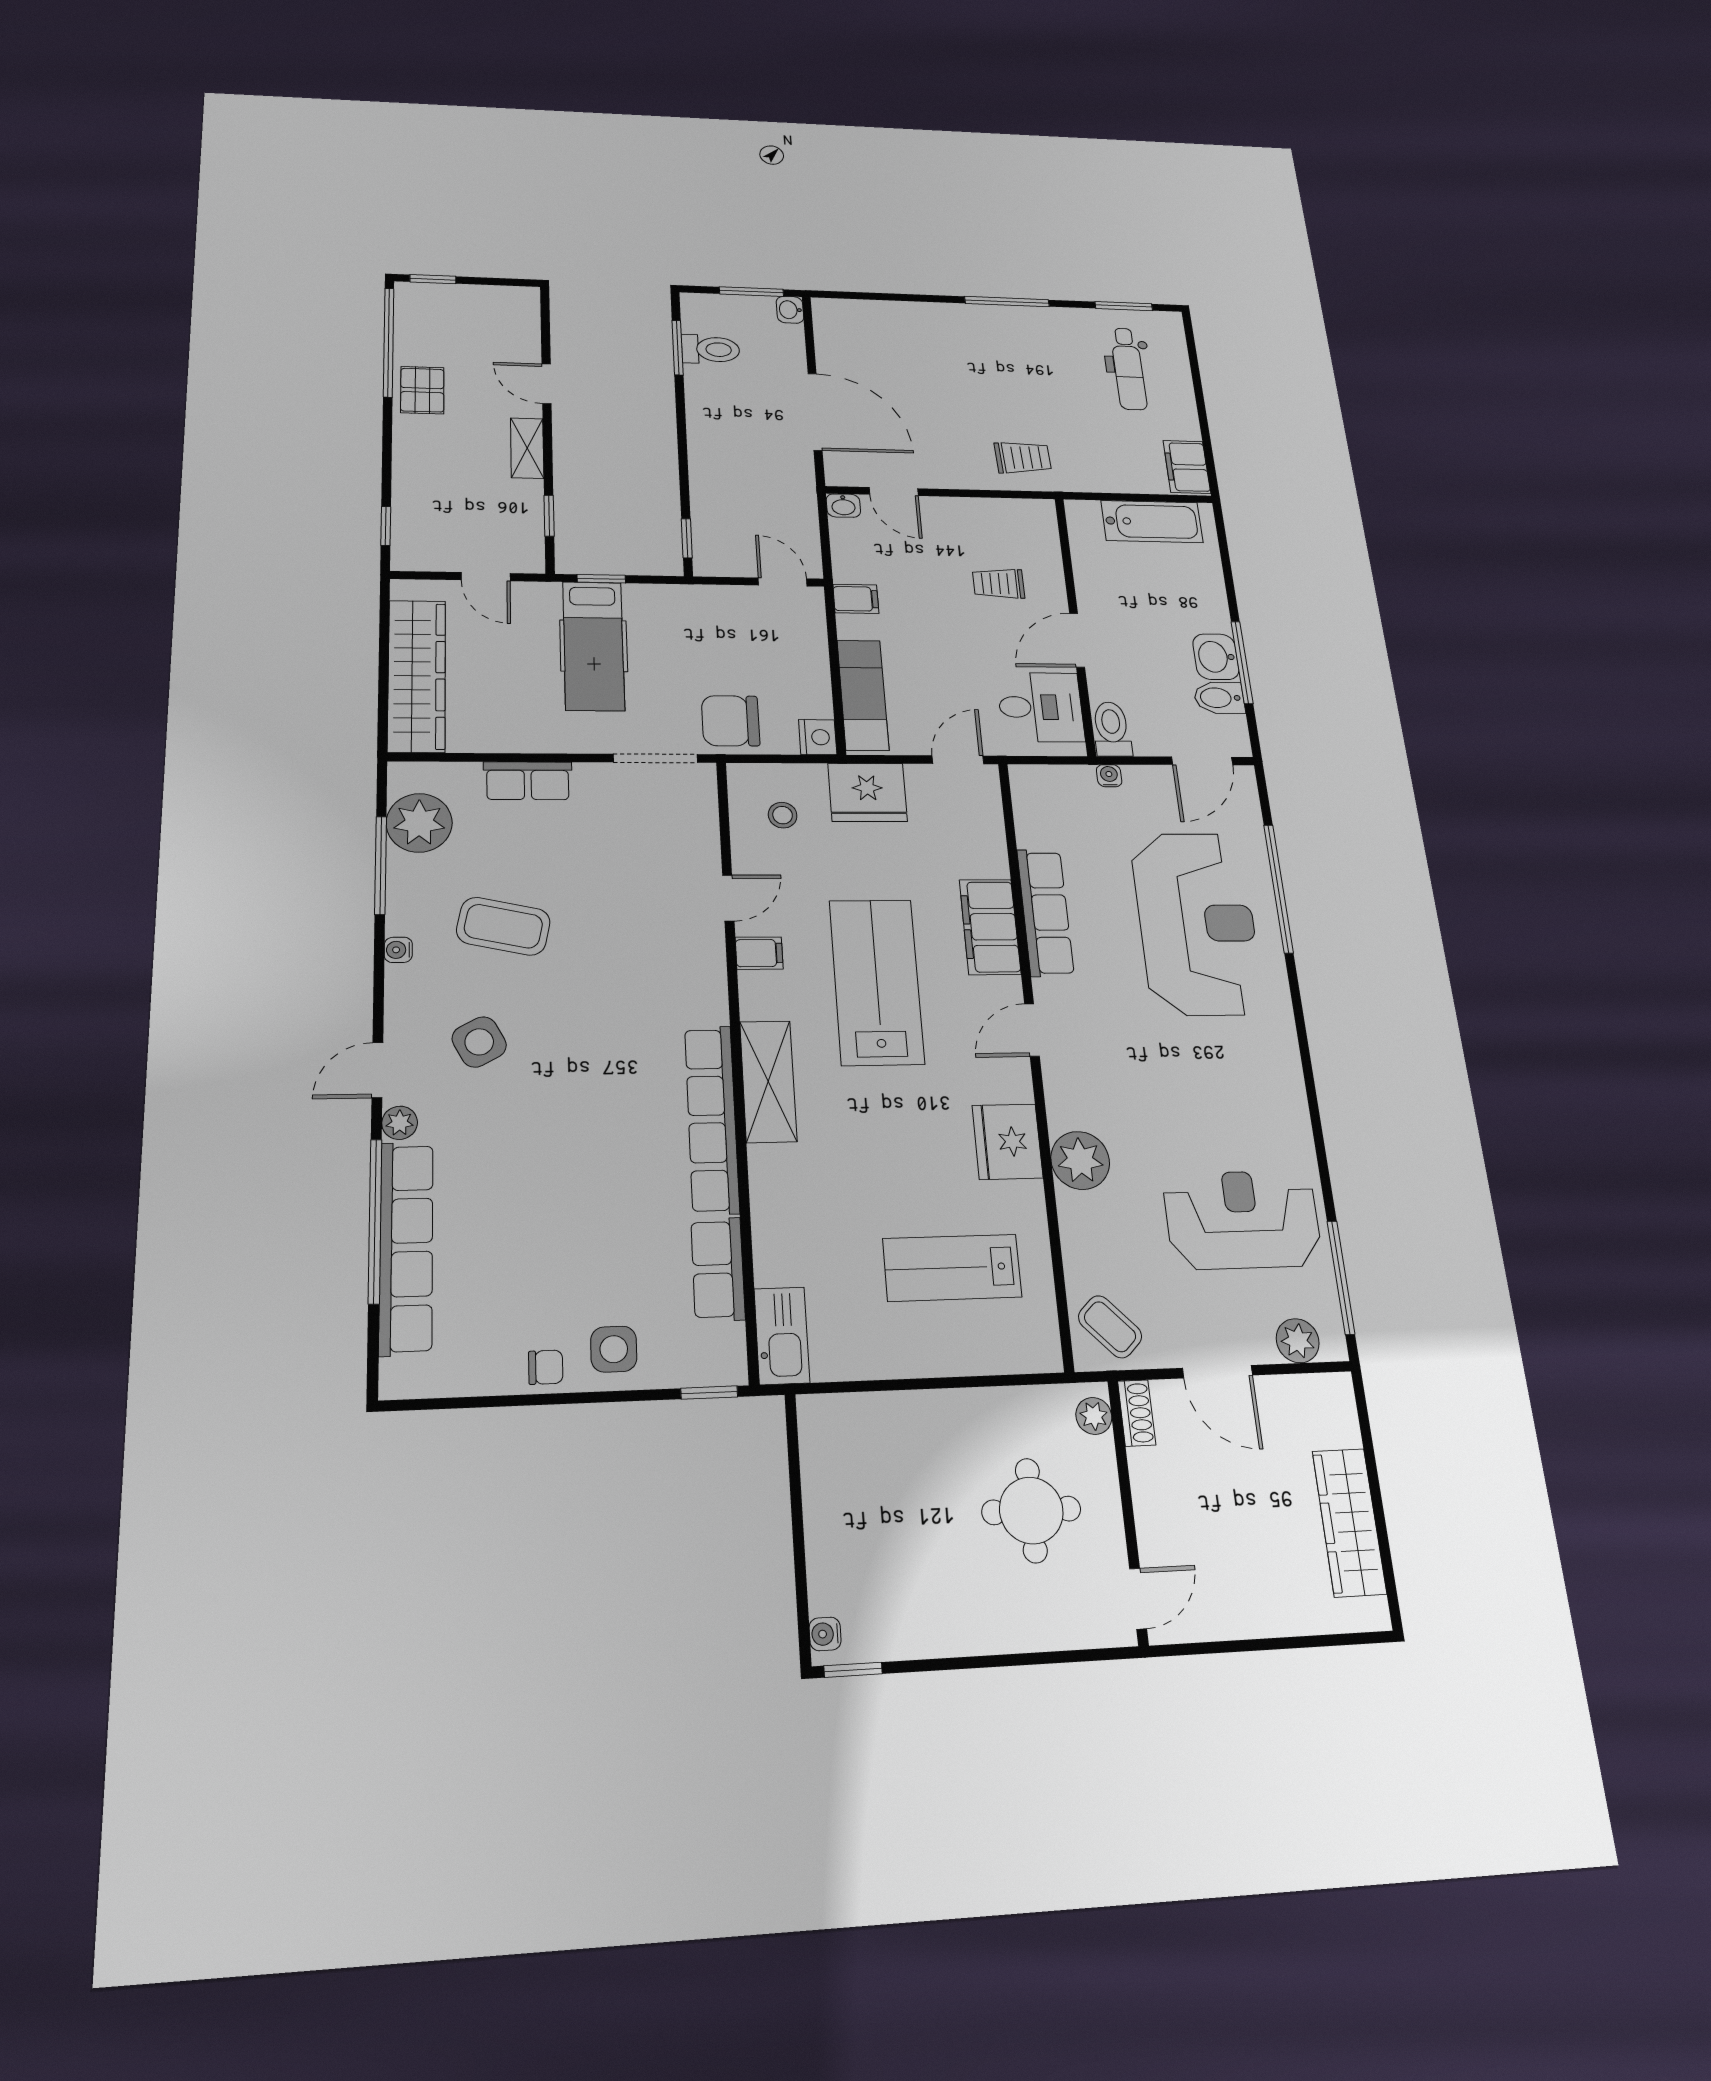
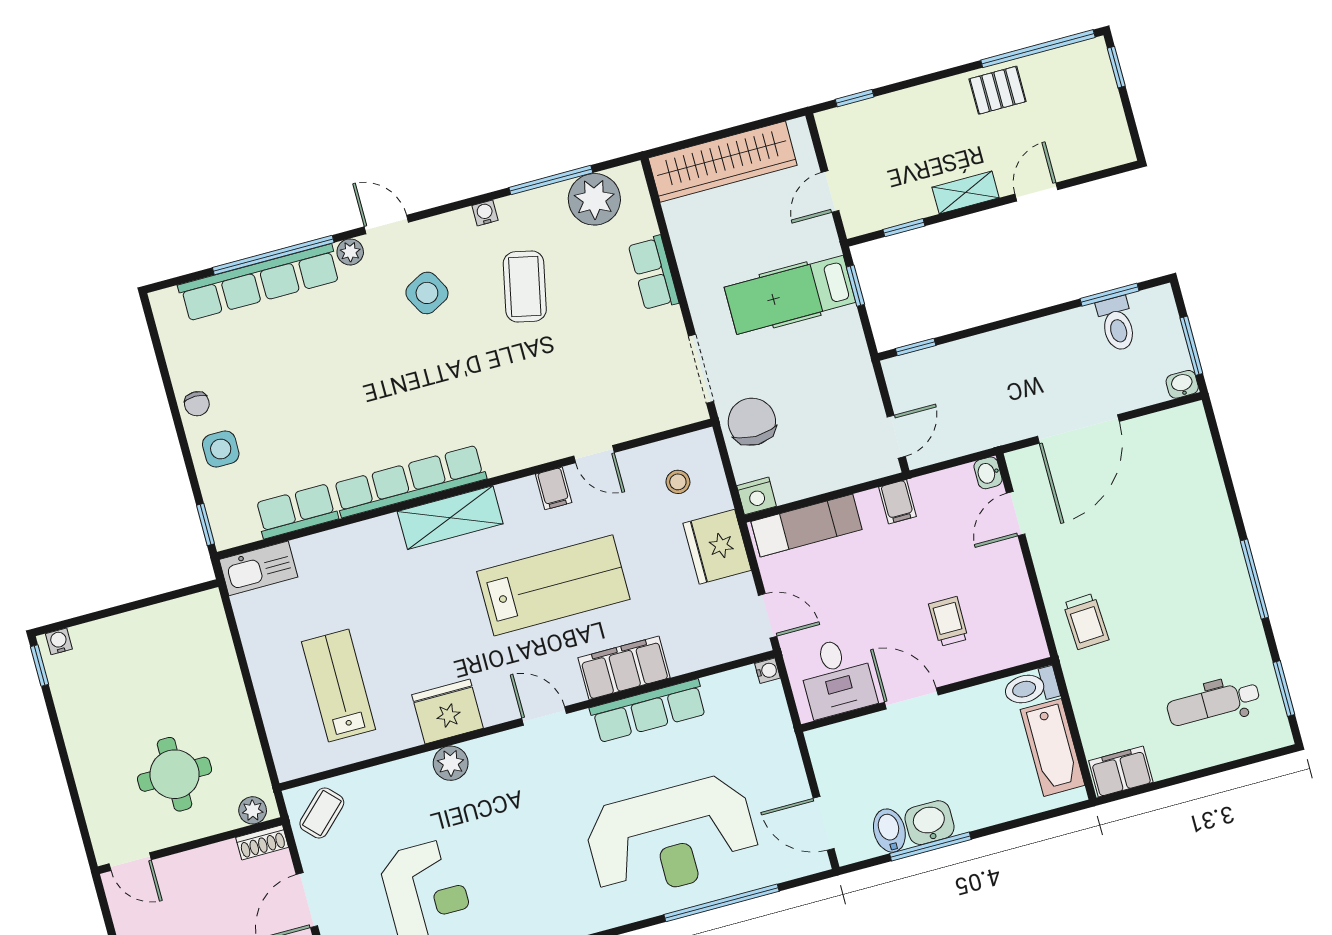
toilet: (1112, 729) -> (1031, 687), moved, turned 180
water cooler: (1109, 776) -> (767, 671), moved
plant: (1080, 1160) -> (451, 763), width x0.73, depth x0.73

